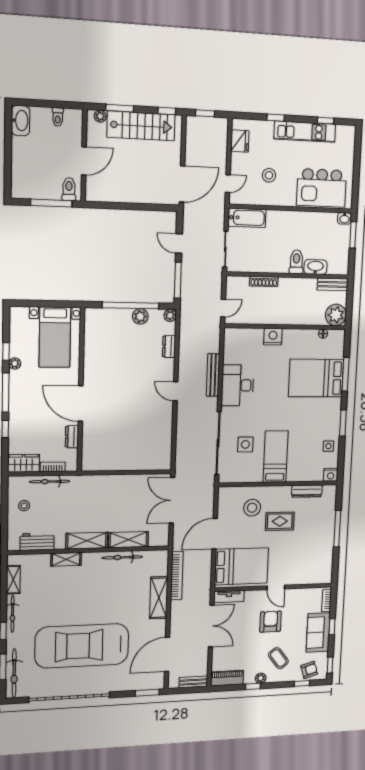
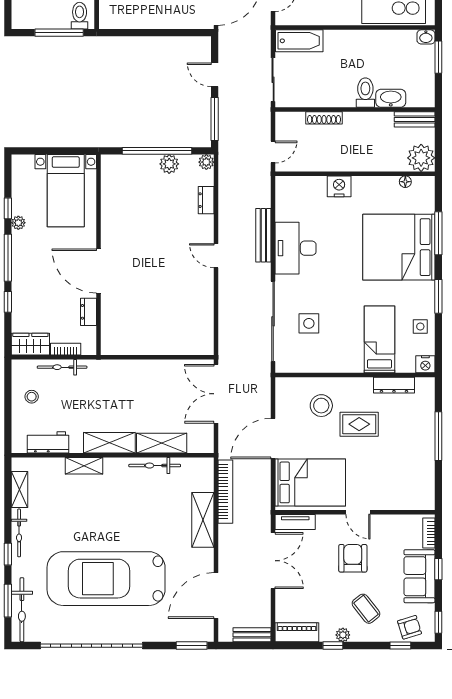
bed: (316, 378) -> (399, 247), width x1.36
bed: (276, 457) -> (379, 339), moved

